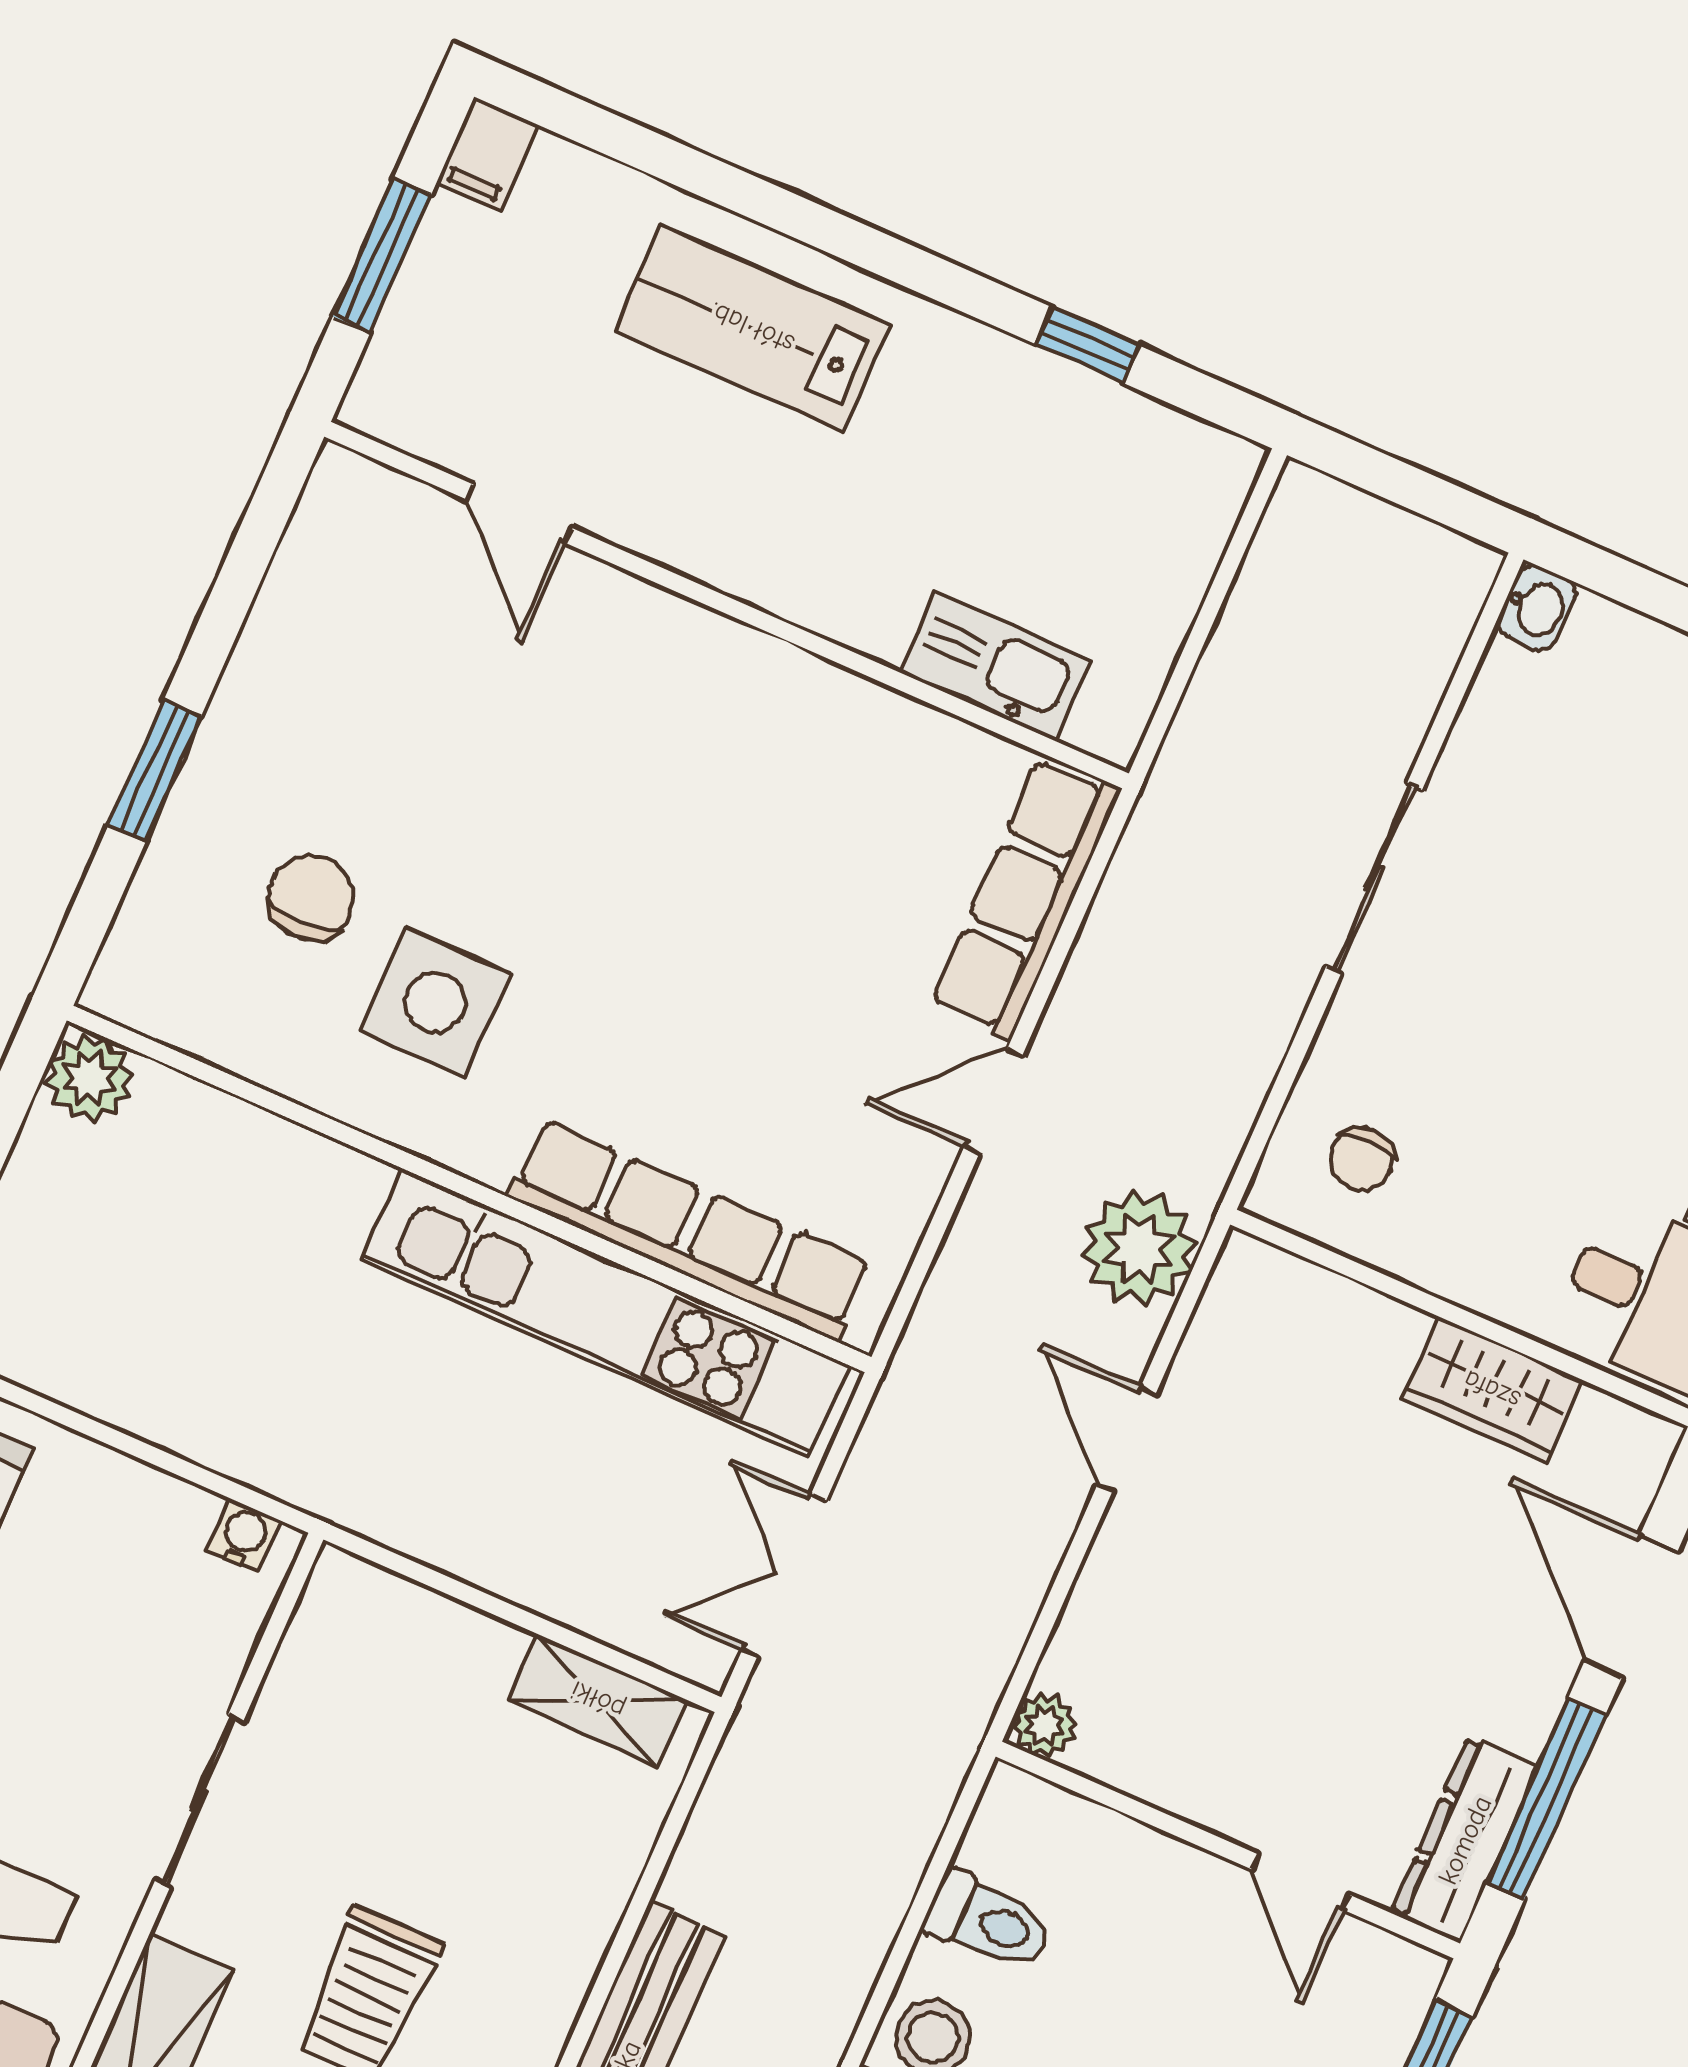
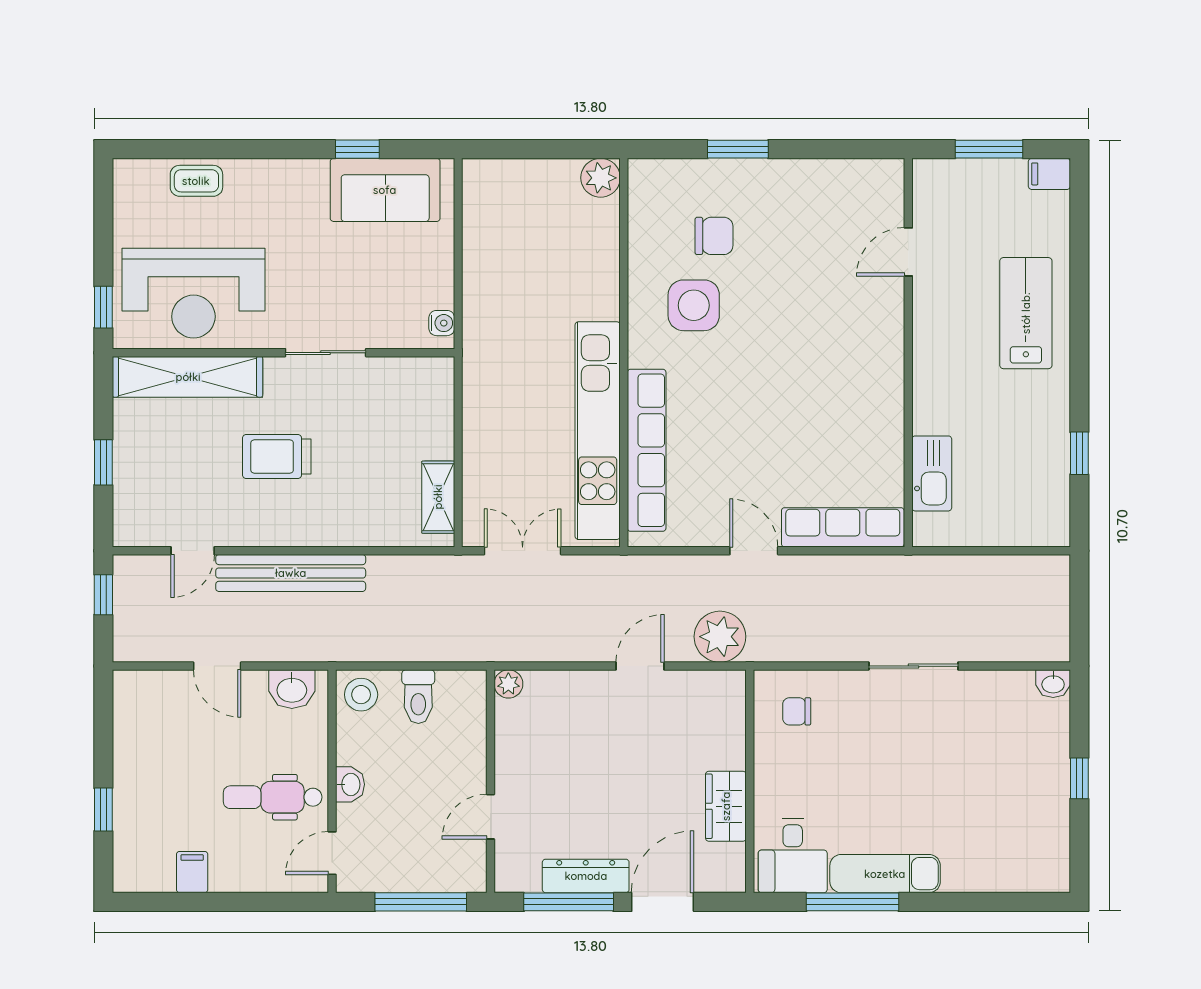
dresser: (1465, 1840) -> (586, 876), moved

